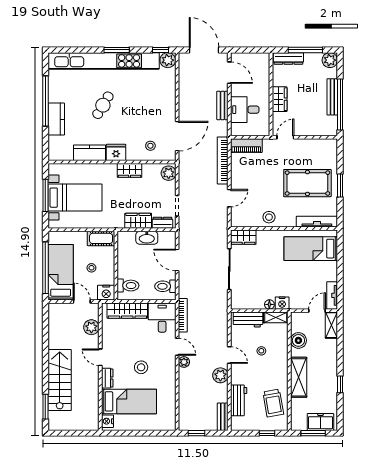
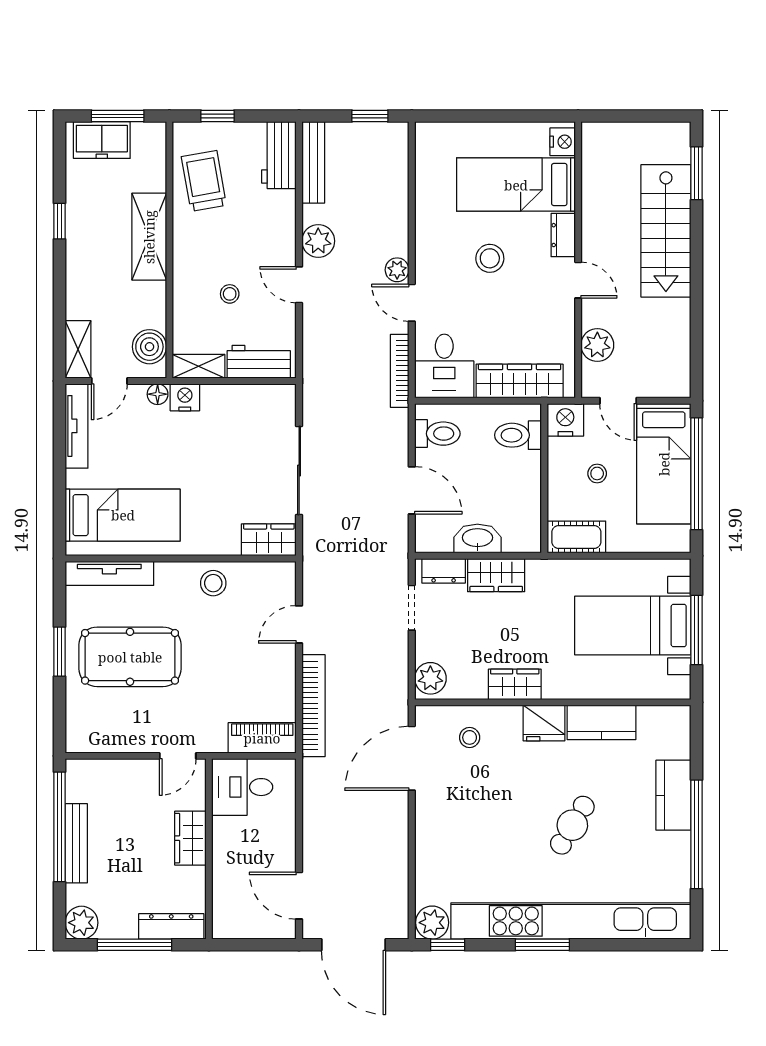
bench: (222, 105) -> (314, 825), removed
desk: (245, 110) -> (242, 787), moved, turned 180
tv unit: (332, 295) -> (76, 426), width x1.41
floor lamp: (269, 304) -> (158, 394), moved
boiler: (298, 340) -> (149, 347), moved
workbench: (239, 400) -> (279, 155), moved
bench: (223, 417) -> (313, 162), width x1.36

